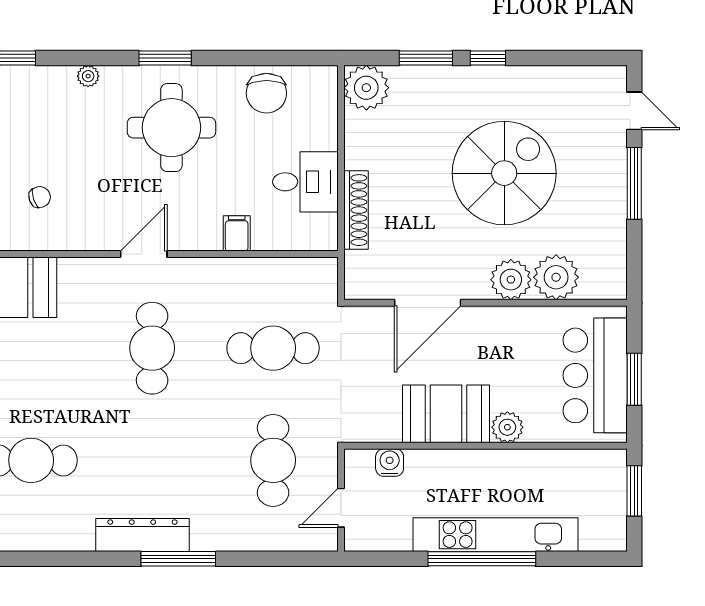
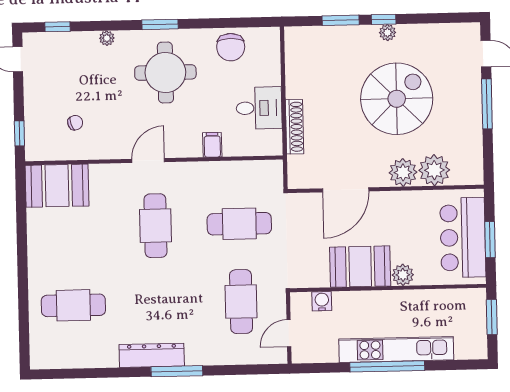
plant: (366, 88) -> (387, 33), moved, width x0.53, depth x0.53

